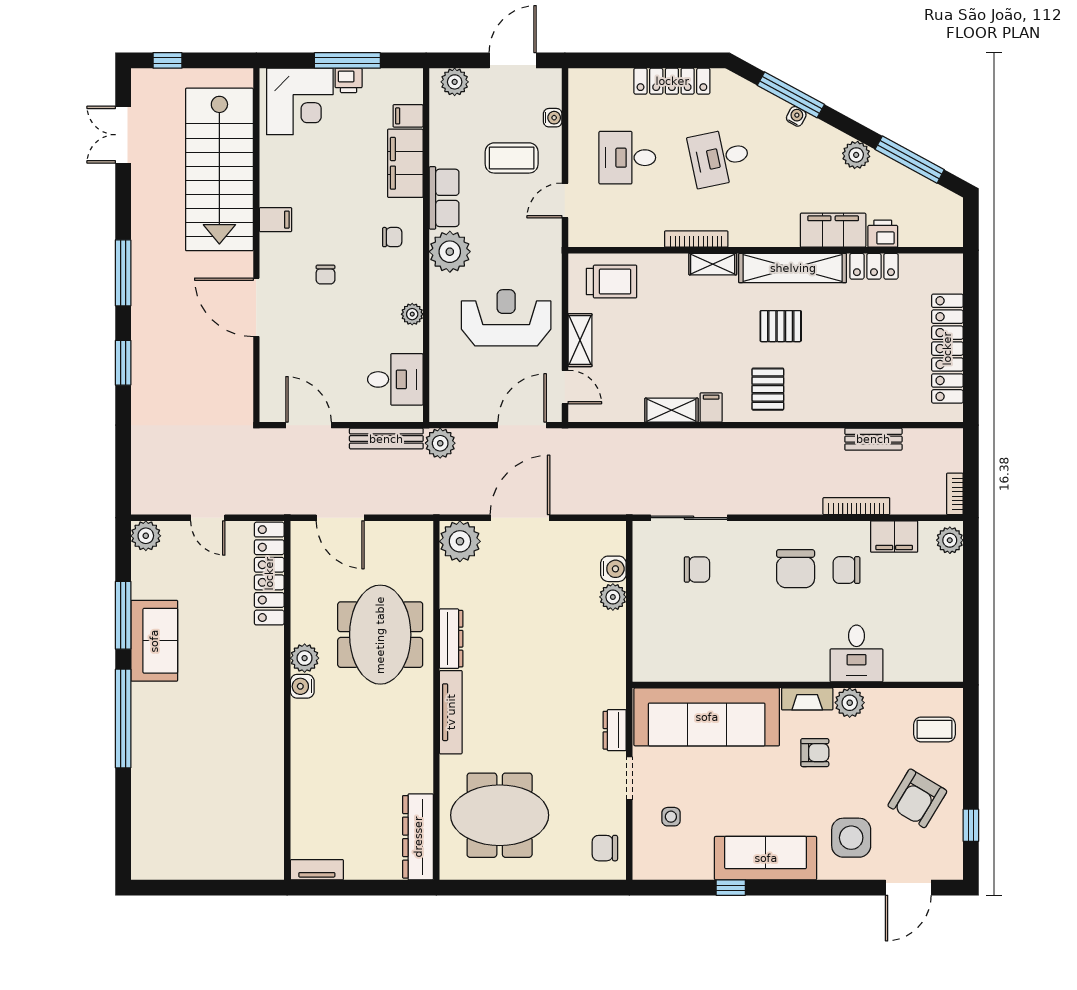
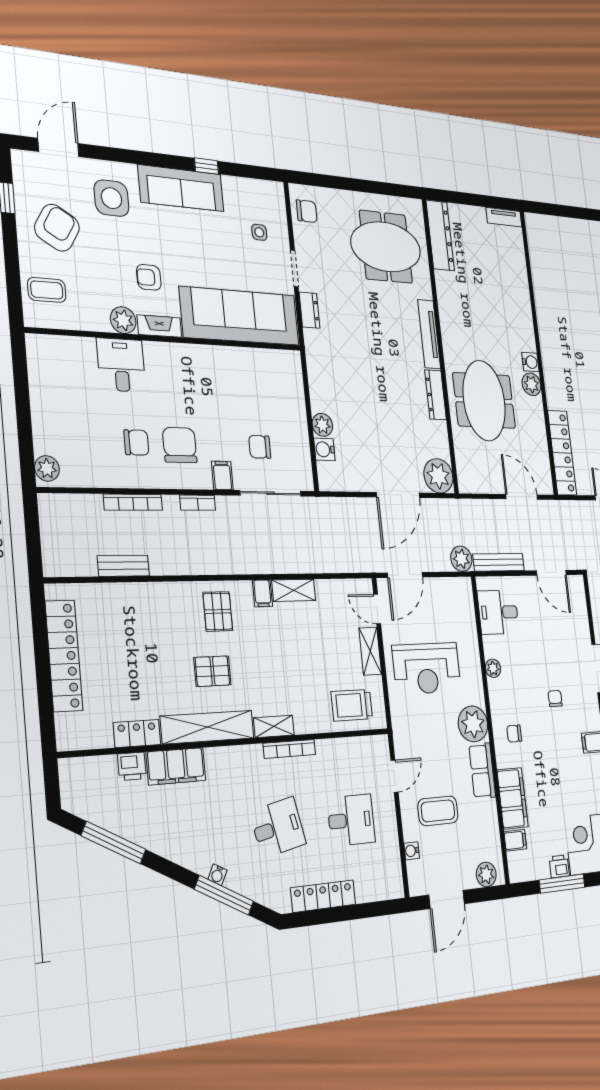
plant: (856, 155) -> (162, 842), removed
bookcase: (955, 494) -> (198, 503), moved, turned 90
filing cabinet: (894, 537) -> (222, 475), moved, width x0.50

